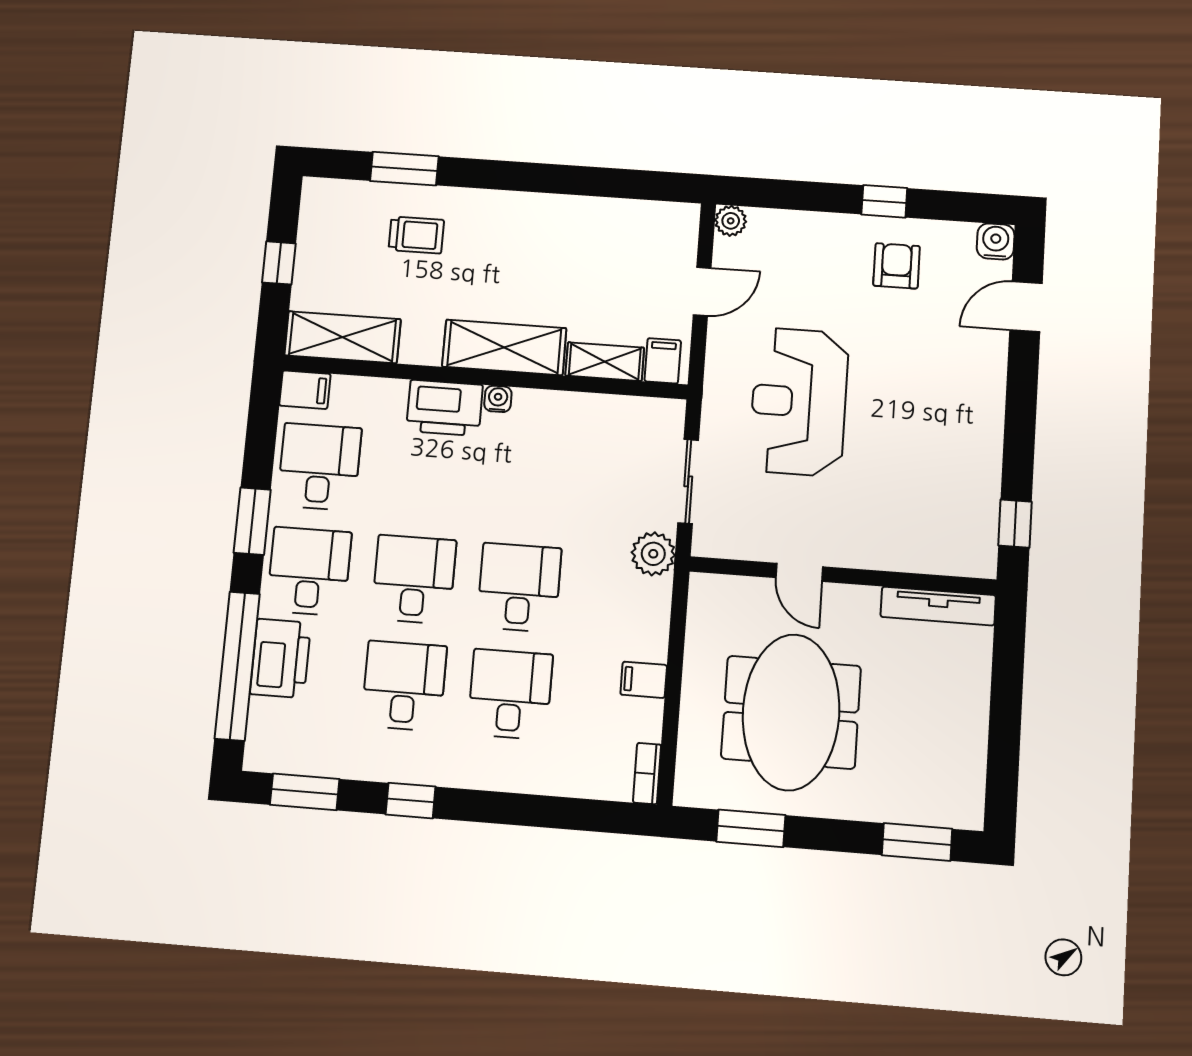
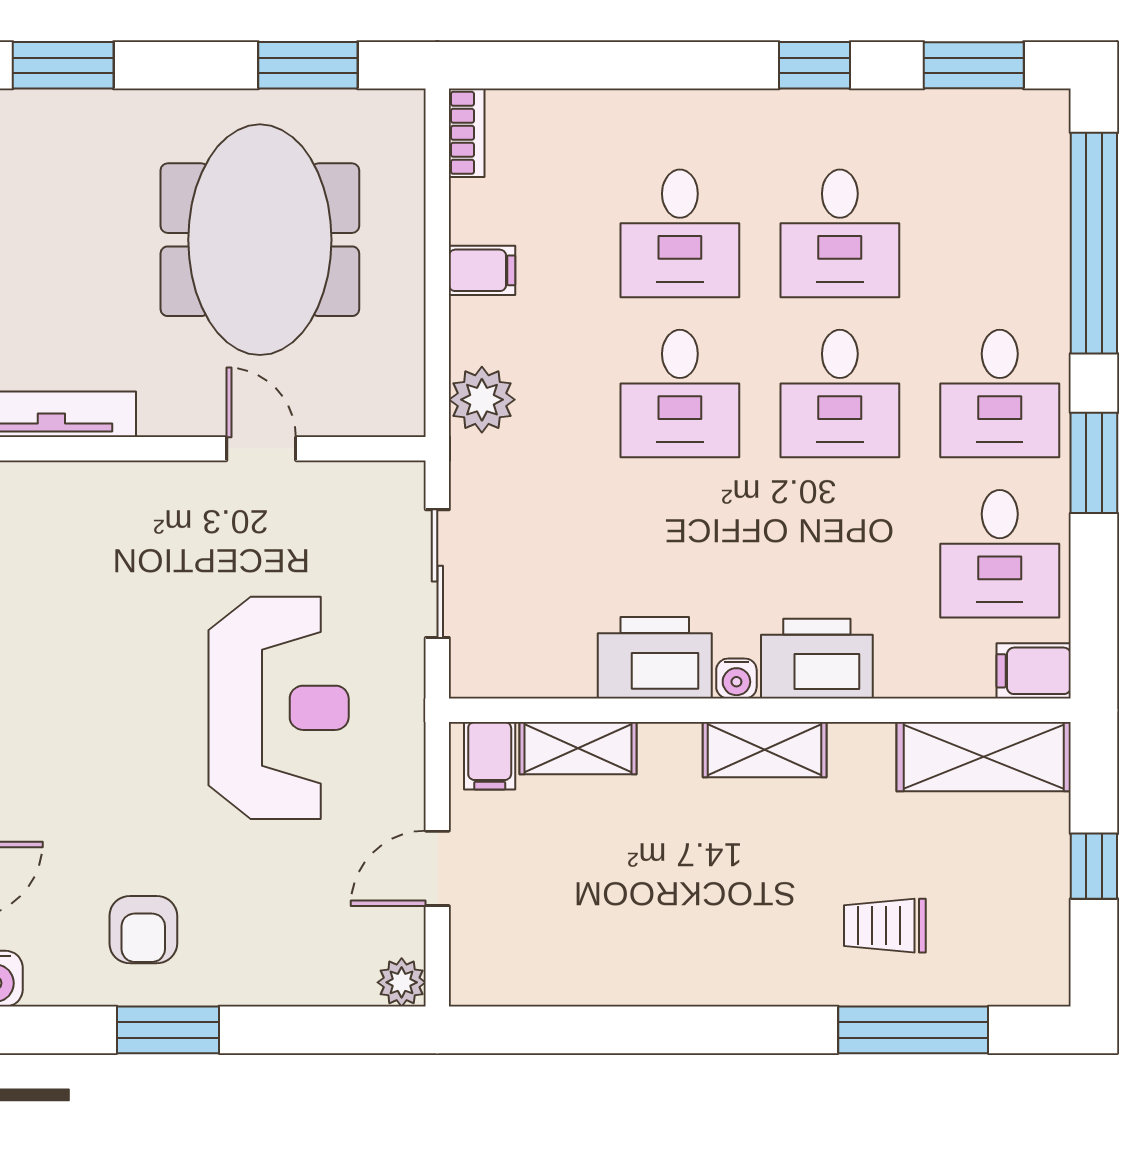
window: (404, 169) -> (913, 1030), width x1.44
window: (884, 201) -> (168, 1030), width x1.50
shelving: (504, 347) -> (765, 750), width x0.67, depth x0.75
plant: (653, 554) -> (482, 400), moved
printer: (280, 658) -> (655, 658), moved, turned 90

